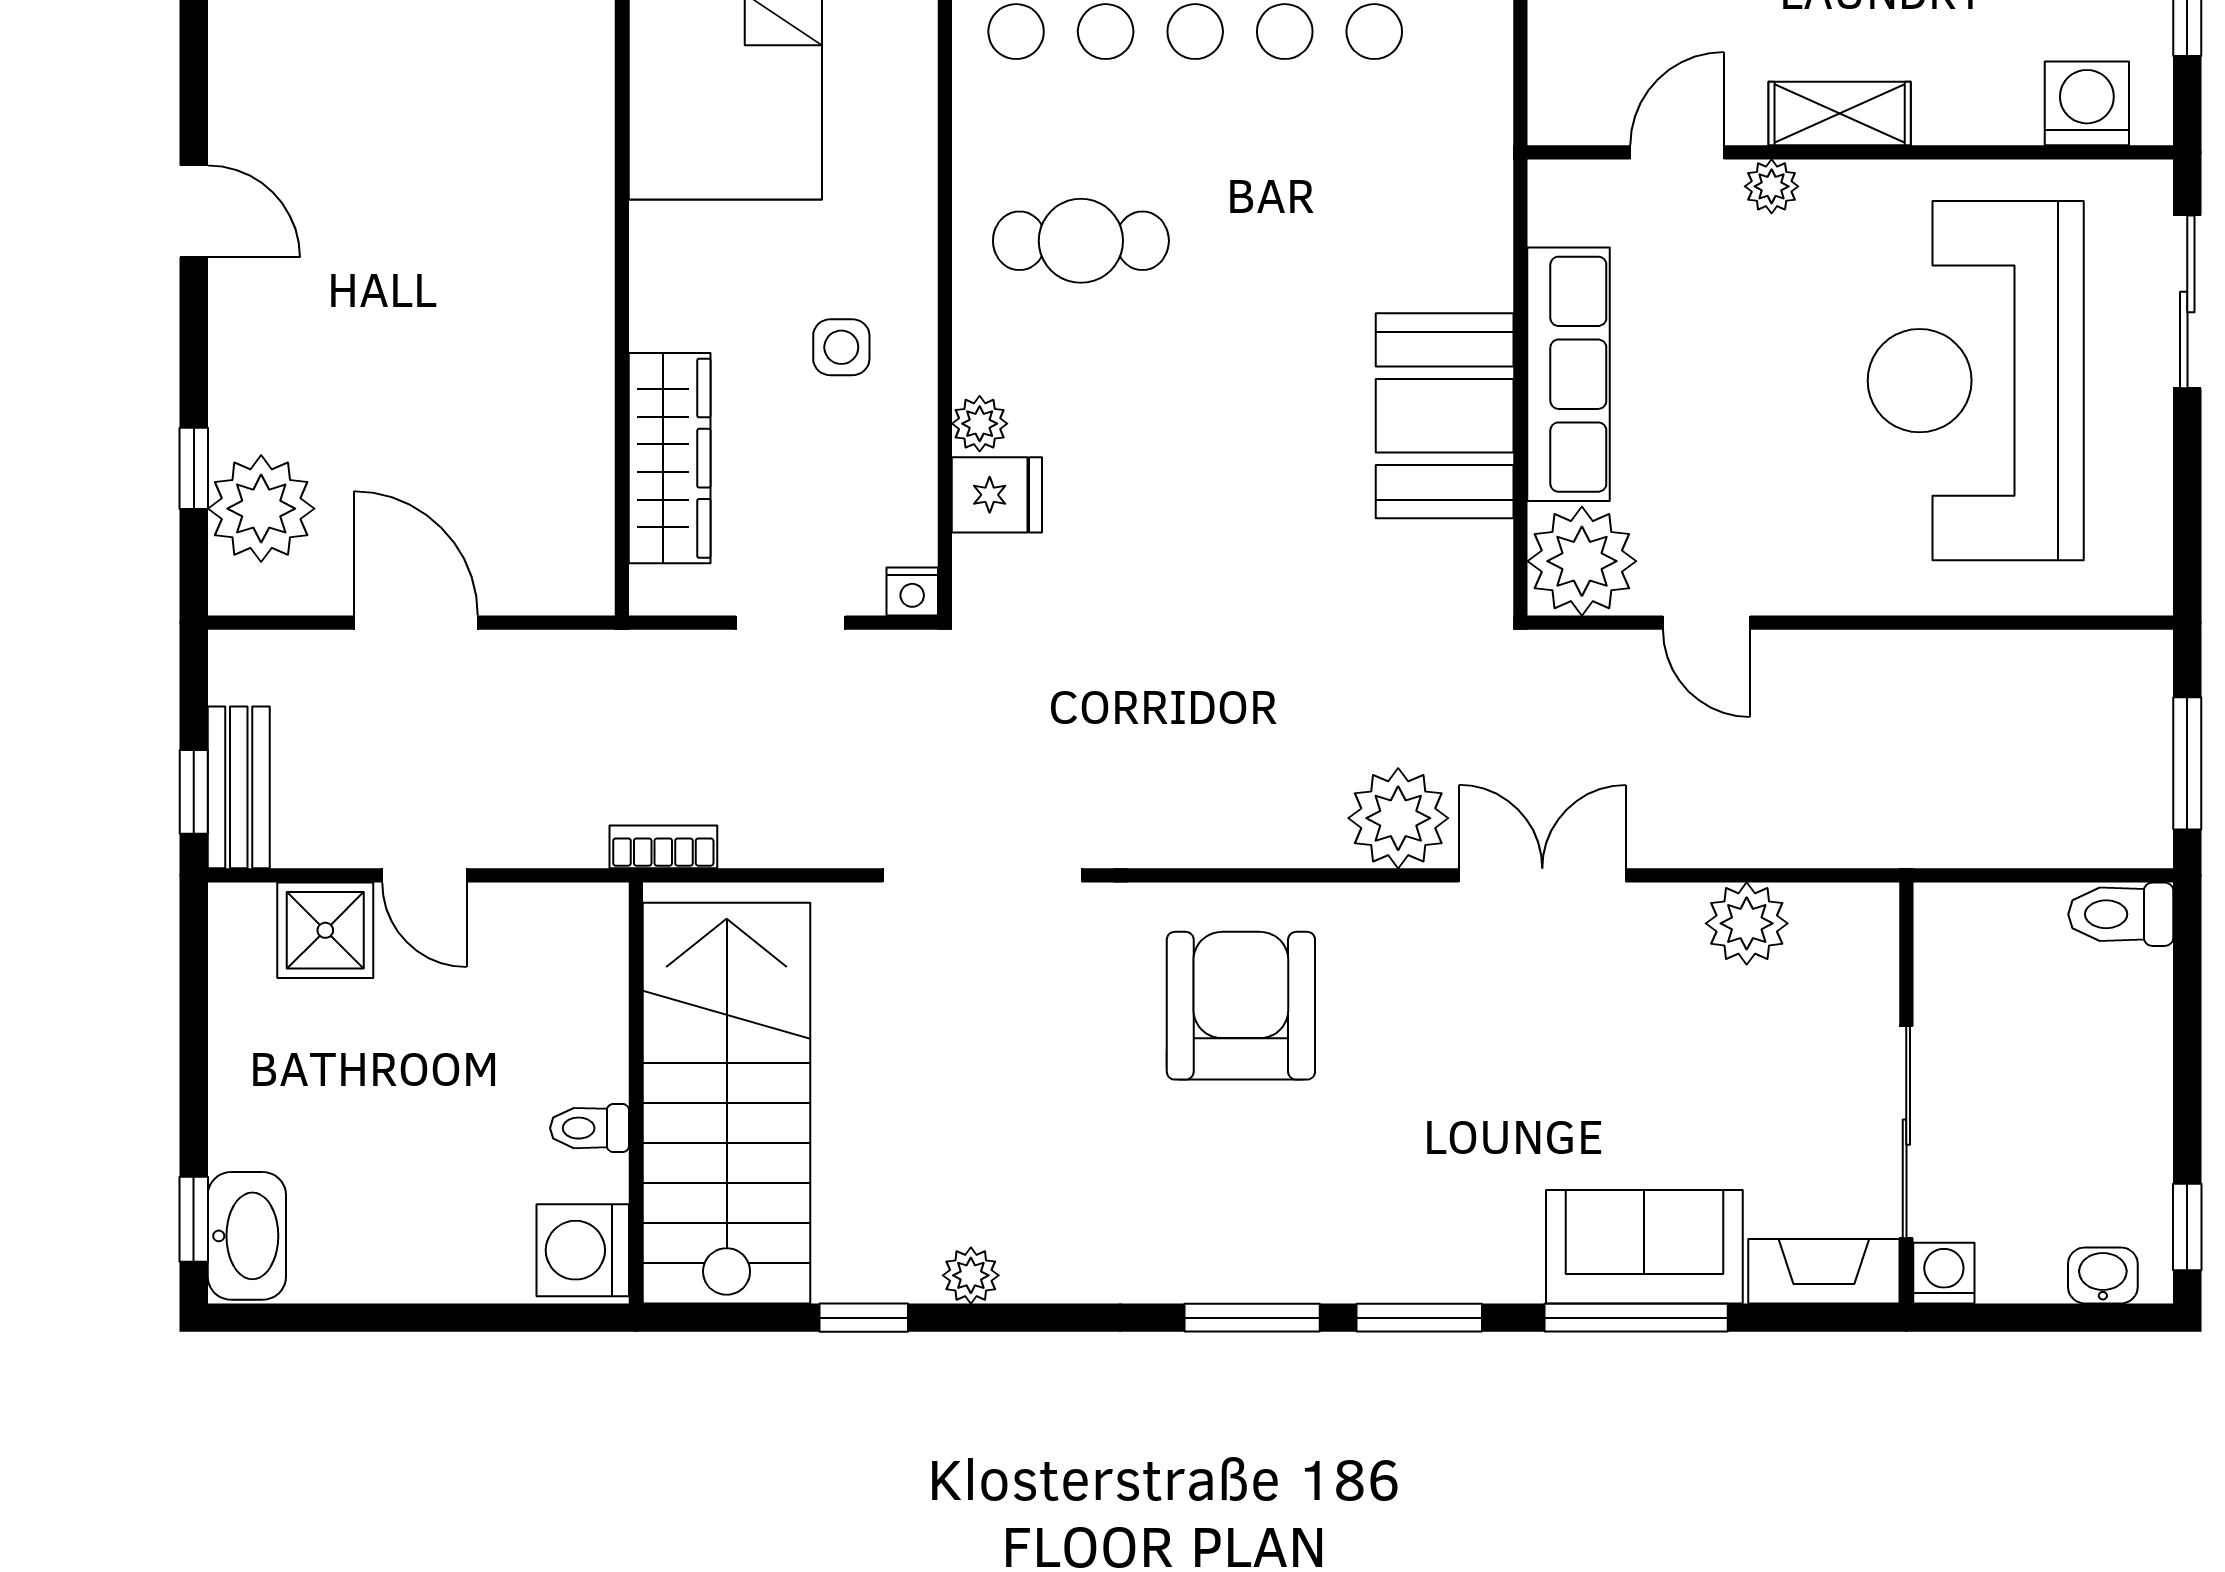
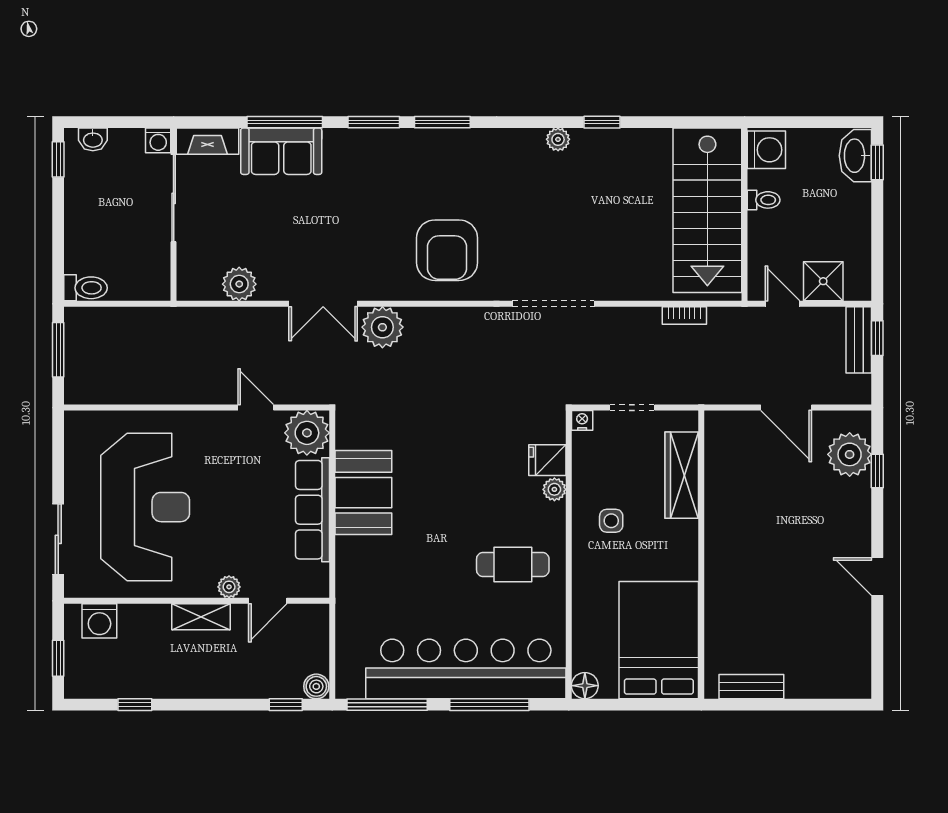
wall: (636, 1093) -> (745, 214), moved
stairs: (727, 1103) -> (707, 210), moved
toilet: (590, 1128) -> (764, 200), moved
washing machine: (583, 1250) -> (766, 150), moved

